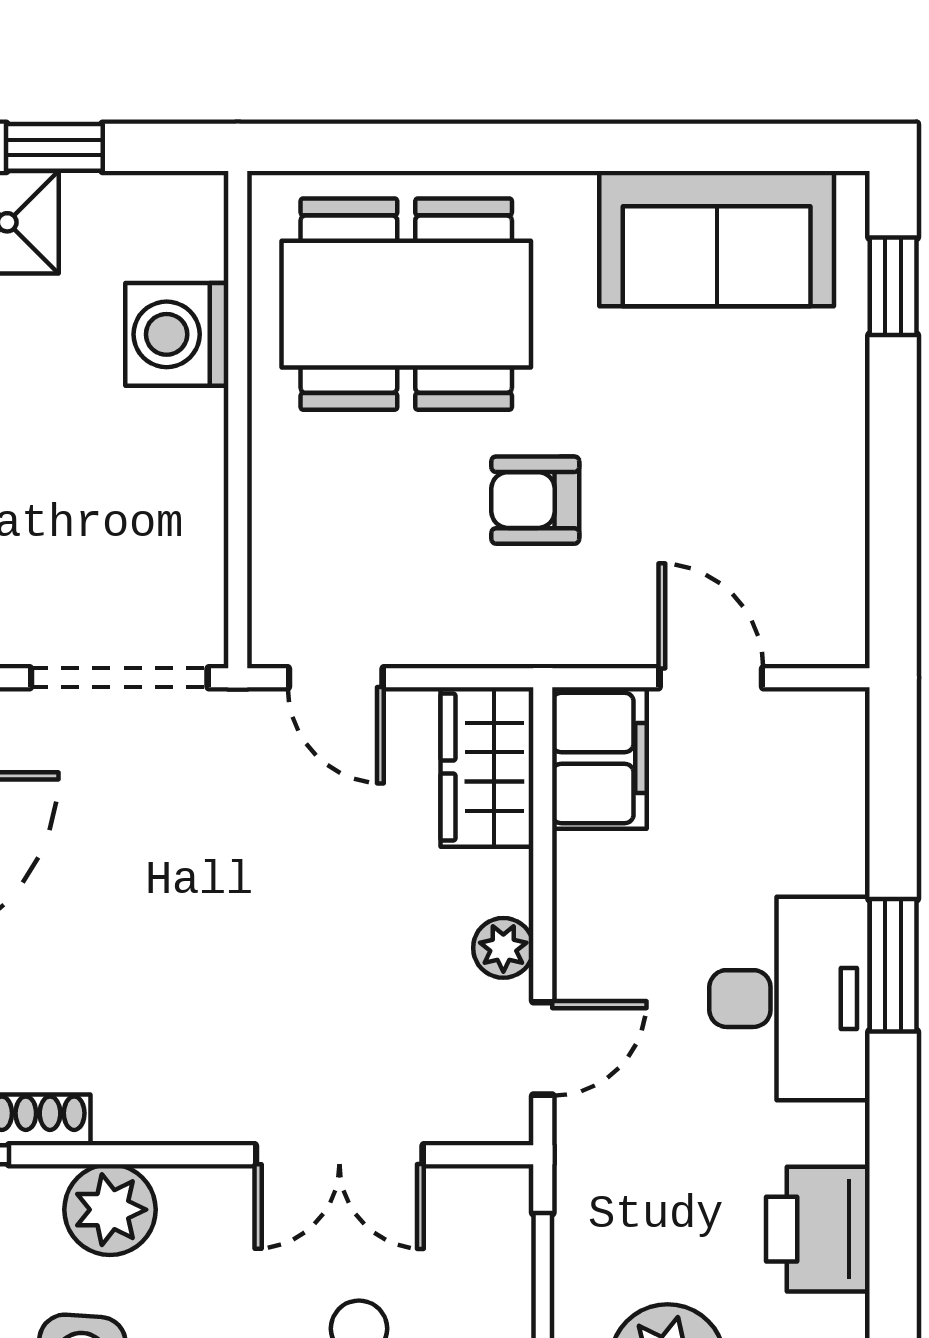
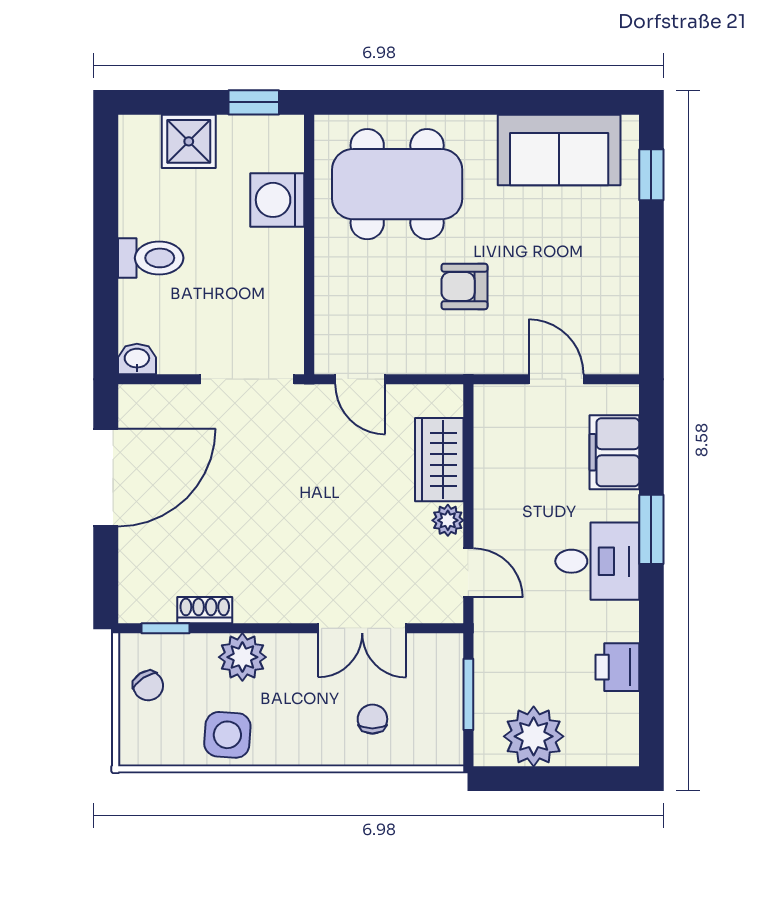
window: (54, 147) -> (254, 102), moved
filing cabinet: (599, 758) -> (614, 452), moved, turned 180
wardrobe: (487, 767) -> (439, 460), moved
desk: (790, 999) -> (597, 561), width x0.73
door: (543, 1048) -> (468, 573), hinge flipped
printer: (818, 1229) -> (617, 667), width x0.73, depth x0.81

